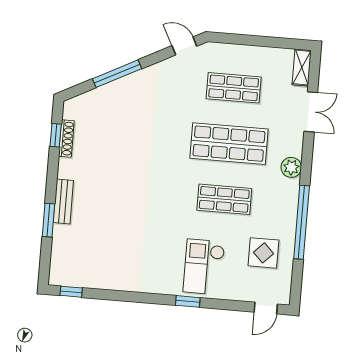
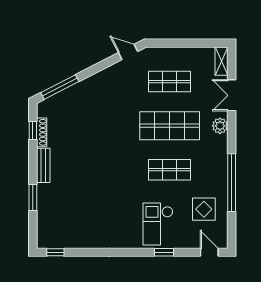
window: (117, 74) -> (60, 87), moved
double door: (311, 112) -> (232, 95), swing flipped
plant: (291, 167) -> (220, 126), moved
bench: (63, 201) -> (43, 165), moved
window: (188, 301) -> (164, 252), moved
door: (266, 308) -> (209, 252), swing flipped

